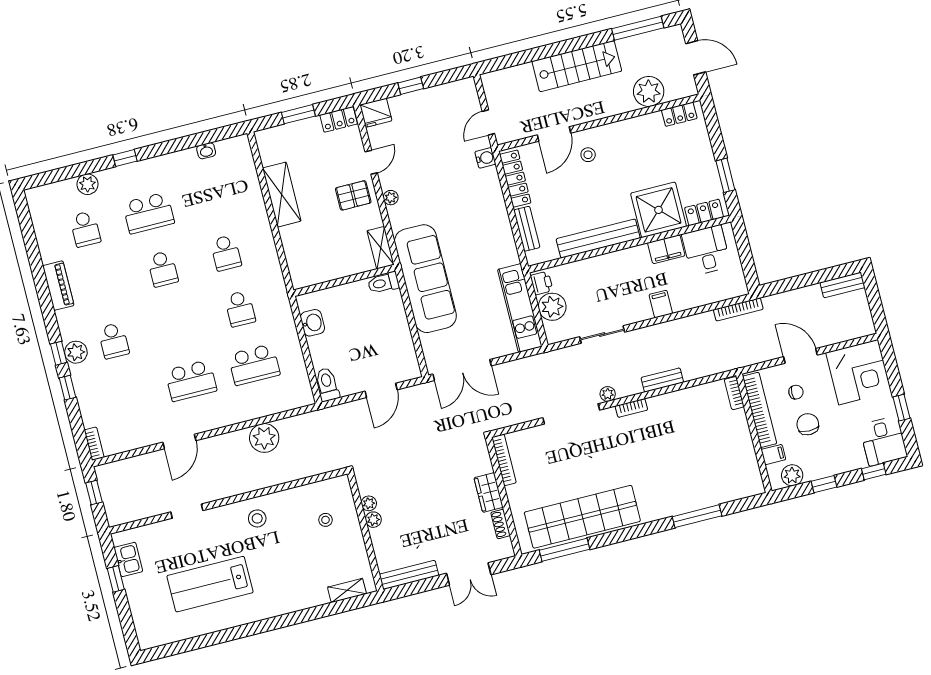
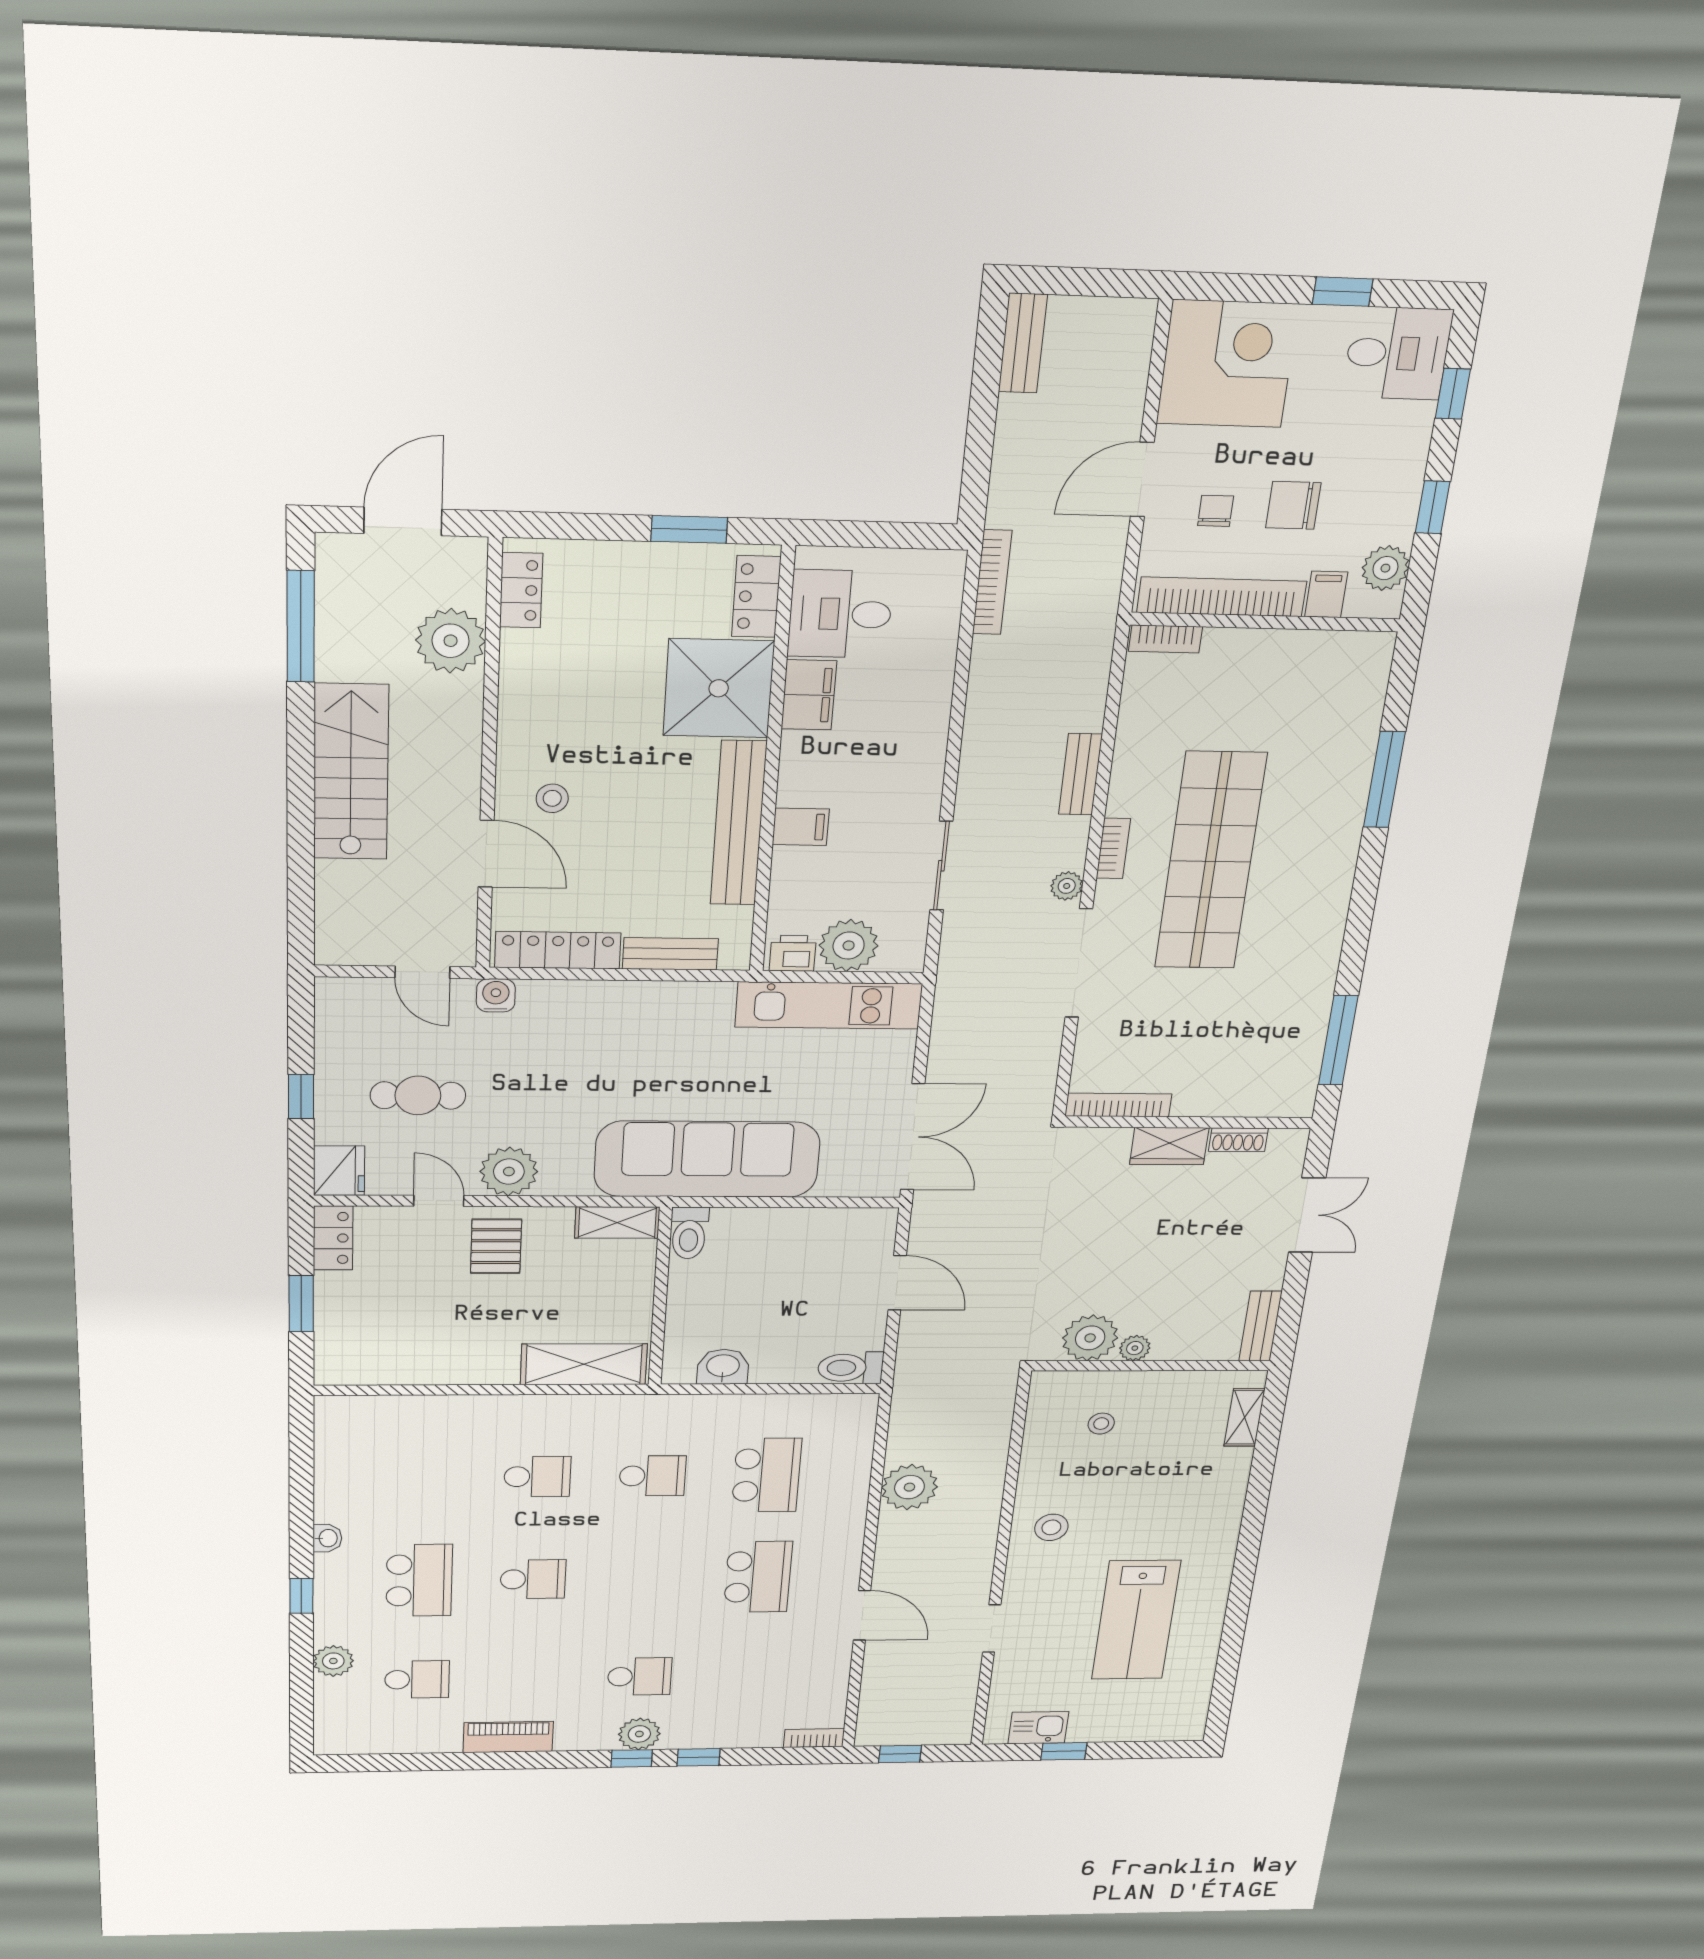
cafe table: (425, 138) -> (418, 1095), added
washbasin: (206, 151) -> (327, 1538), moved
shelving: (282, 195) -> (584, 1364), moved
plant: (391, 198) -> (509, 1172), width x1.88, depth x1.88
filing cabinet: (661, 304) -> (801, 827), moved, turned 180
plant: (369, 503) -> (1090, 1338), width x1.88, depth x1.88
shop shelf: (582, 517) -> (1210, 861), moved
bench: (409, 575) -> (1260, 1326), width x0.73

